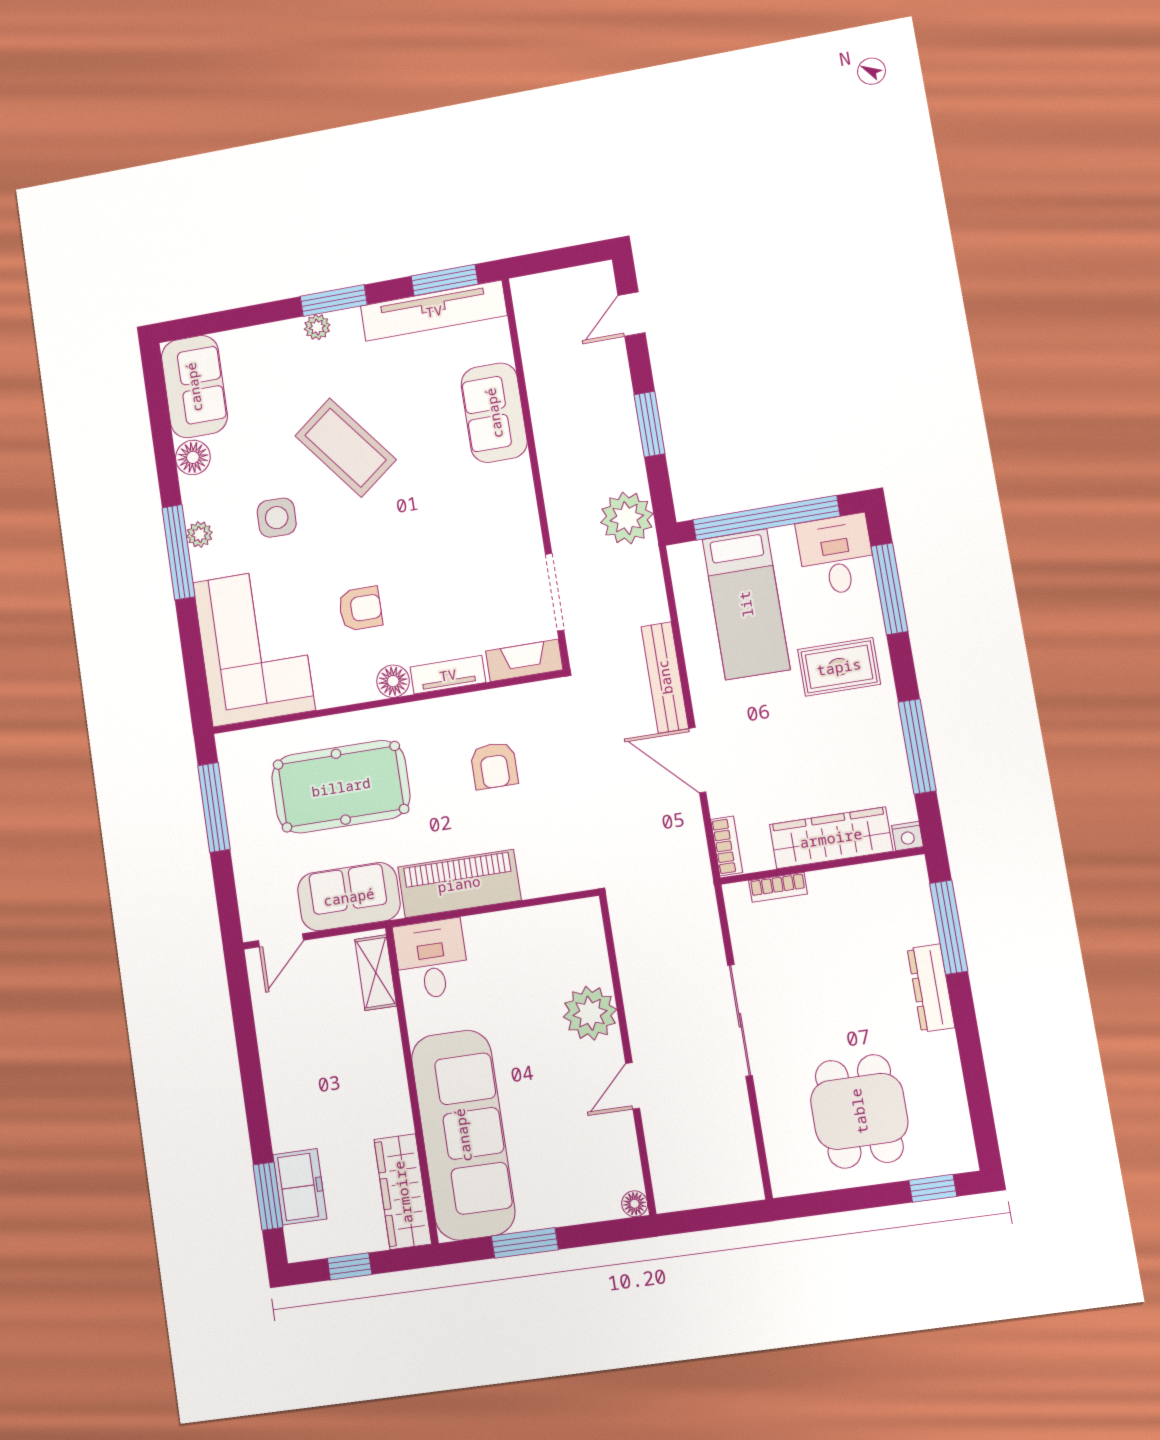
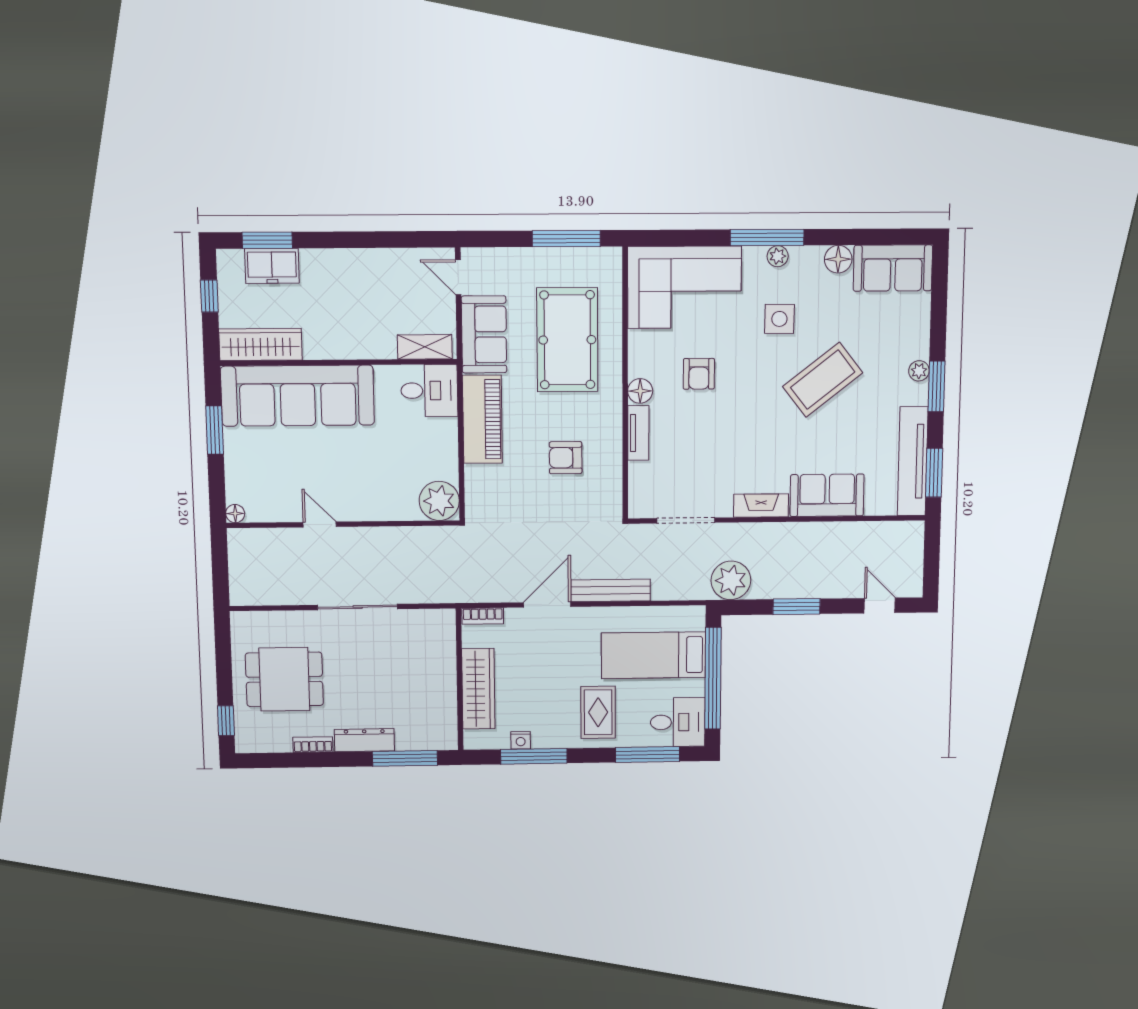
fireplace: (524, 660) -> (761, 506), moved, turned -90
nightstand: (907, 836) -> (521, 740), moved, turned -90
bookcase: (778, 887) -> (313, 745), moved, turned 90
plant: (590, 1013) -> (439, 501), moved

